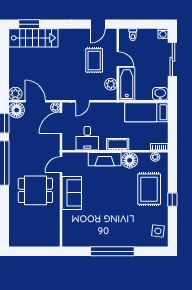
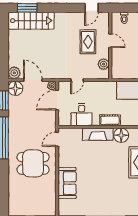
bathtub: (127, 84) -> (119, 63), removed
sofa: (72, 193) -> (67, 183), moved

